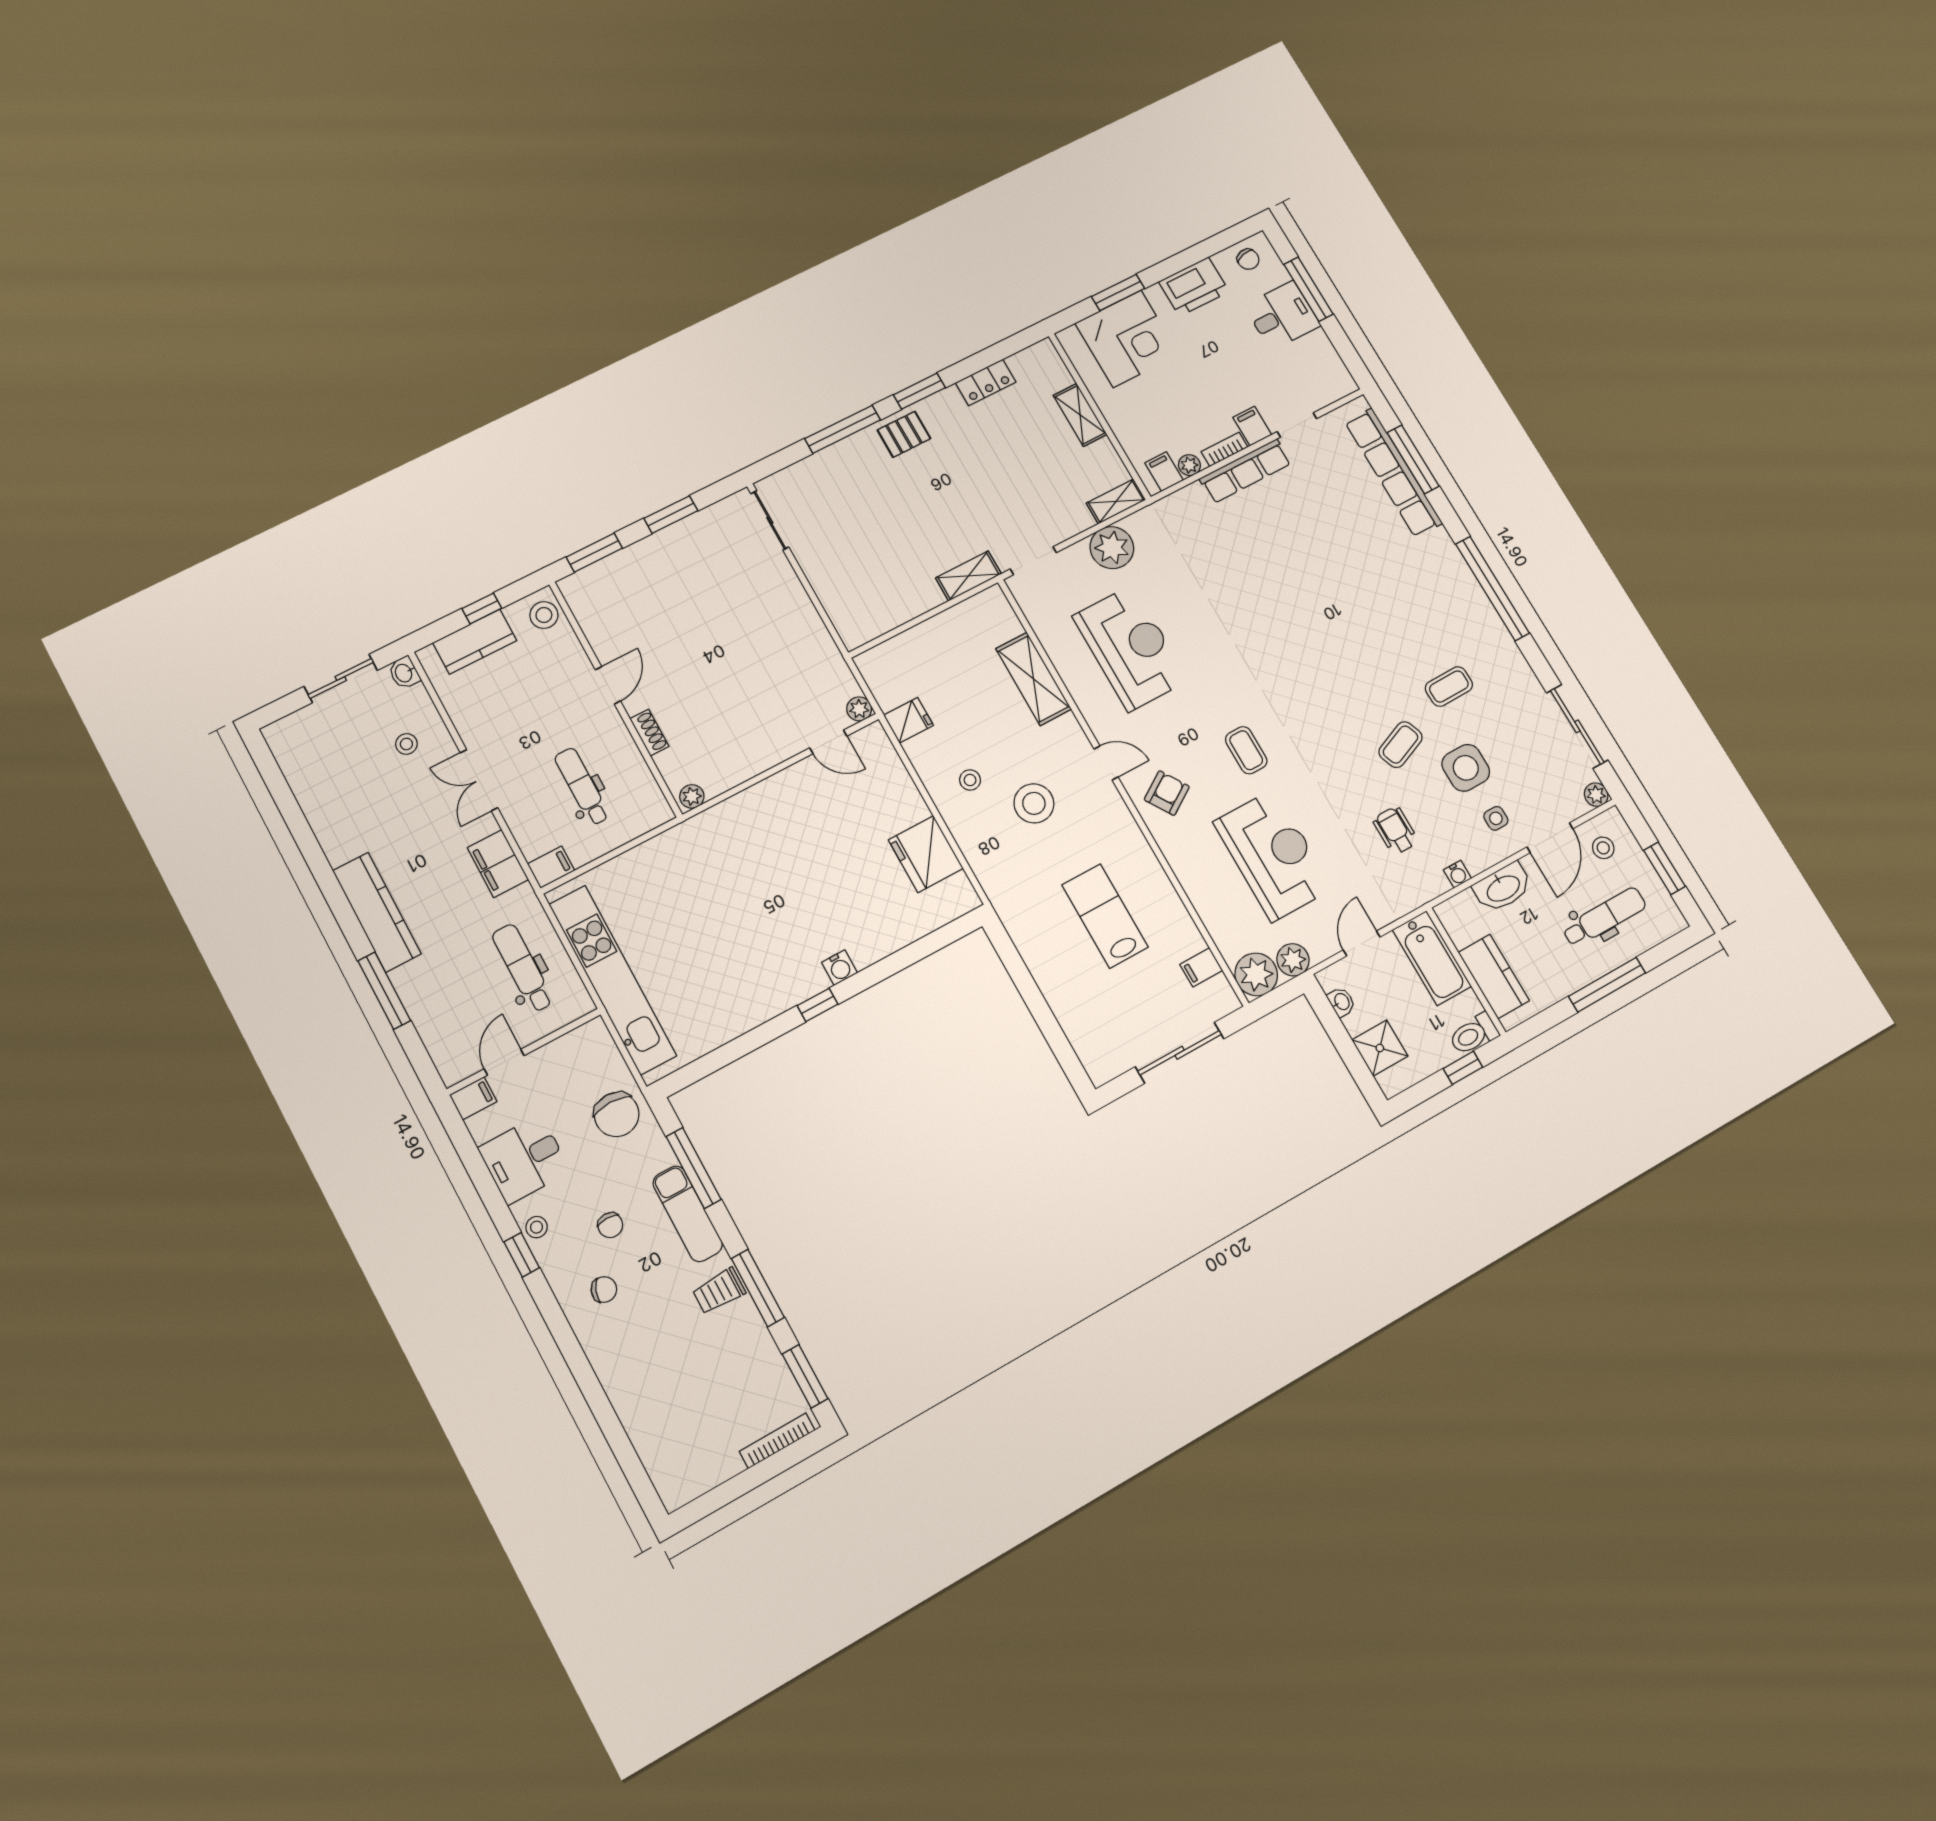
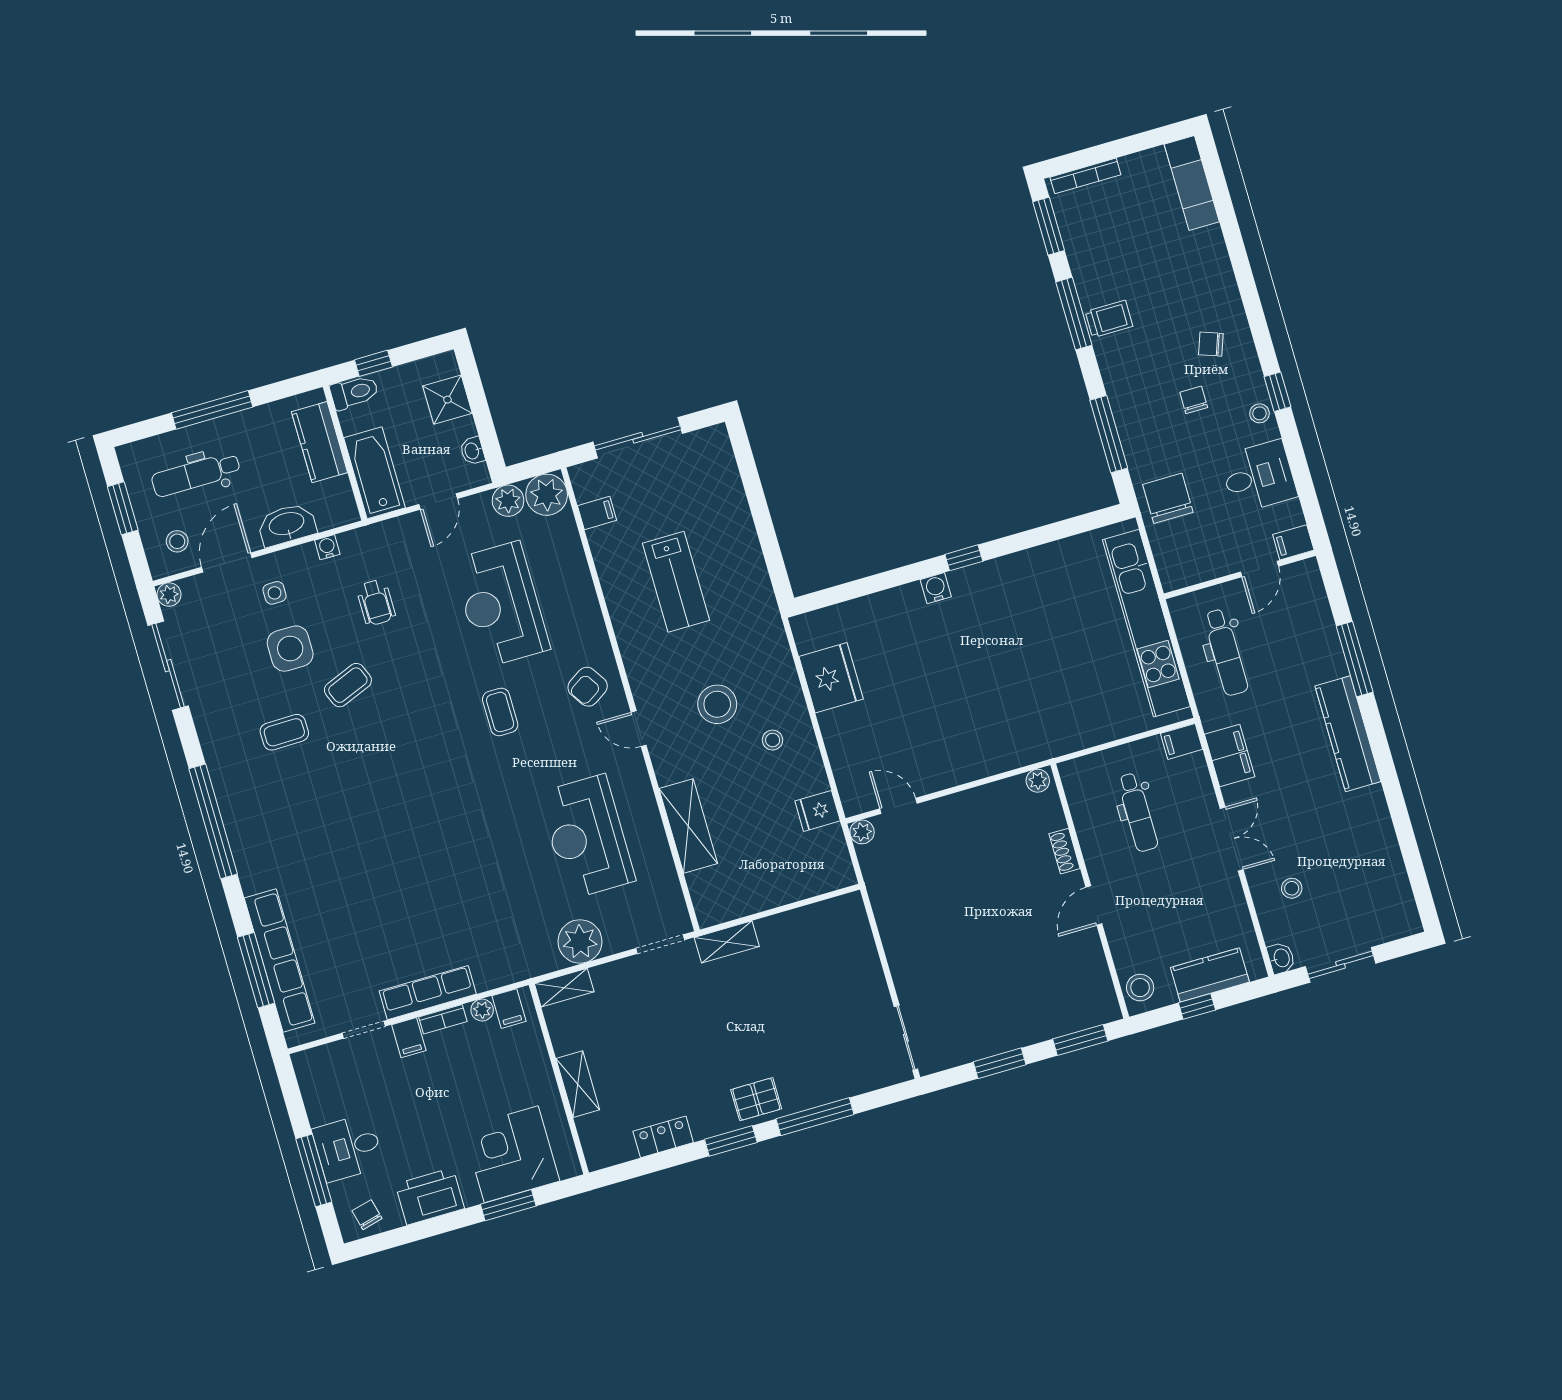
exam couch: (688, 1214) -> (1192, 183), moved, turned 180

